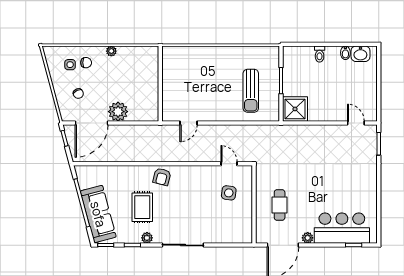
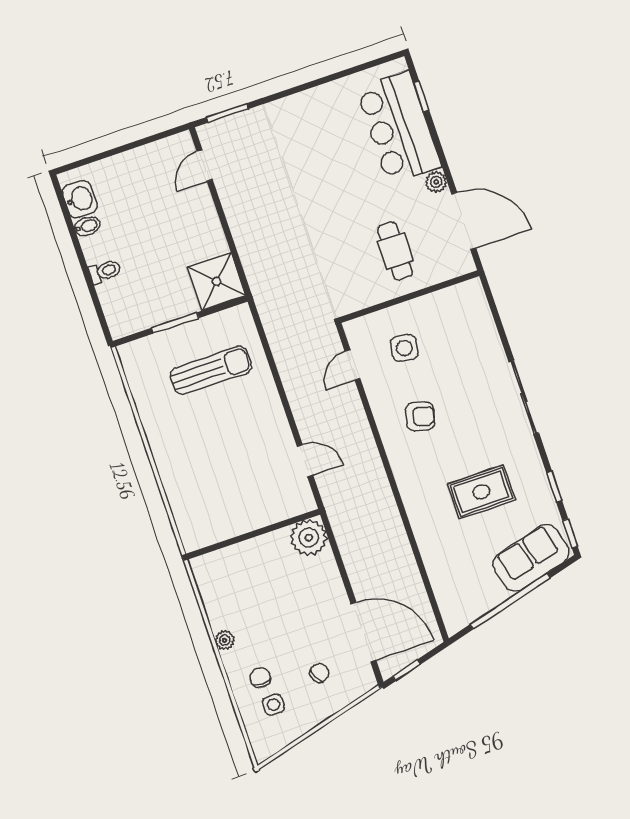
plant: (118, 112) -> (309, 538), moved
armchair: (162, 177) -> (420, 416), moved
cafe table: (280, 205) -> (395, 251), turned 90
sofa: (98, 214) -> (531, 558), width x0.73
plant: (147, 238) -> (533, 465), removed

